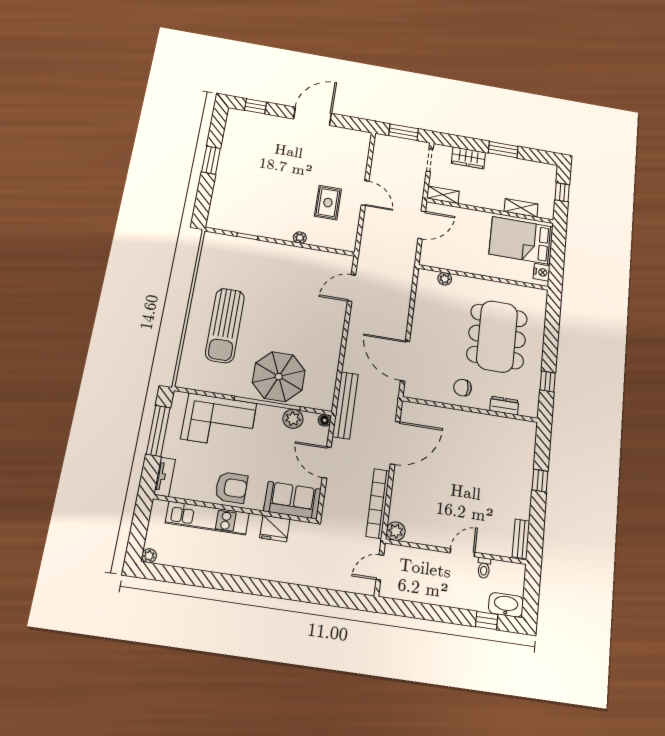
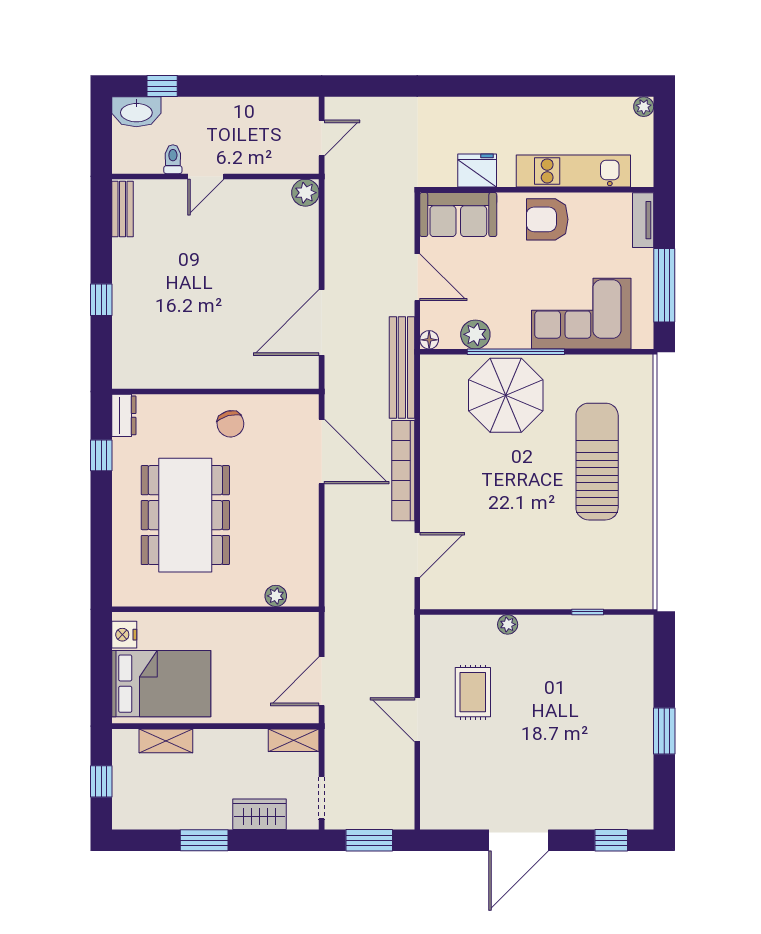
chair: (463, 388) -> (230, 424), turned 75
dresser: (504, 406) -> (124, 415), moved, turned -90
bookcase: (378, 503) -> (403, 471), moved, turned 180

